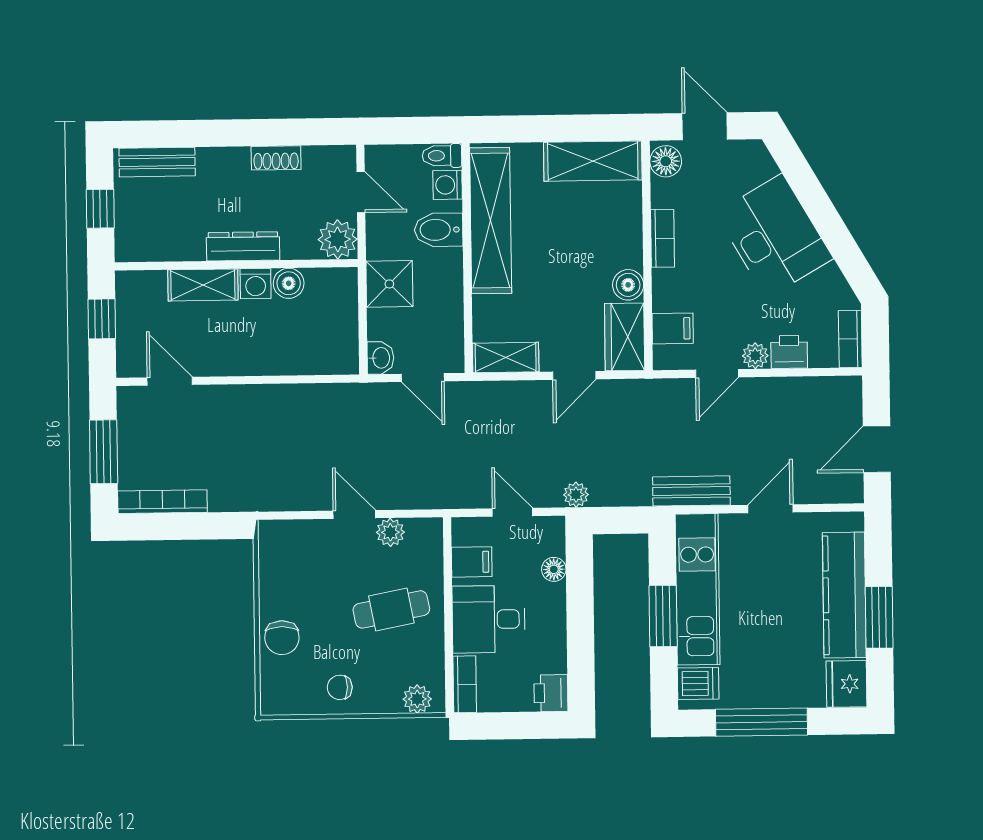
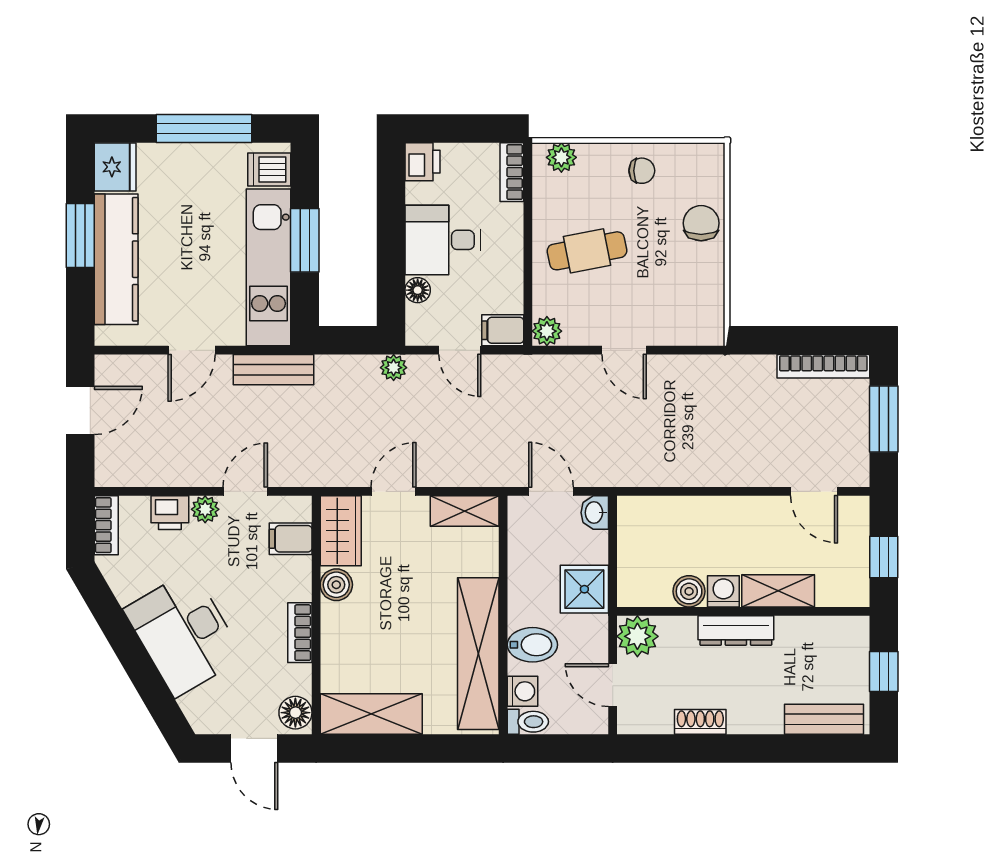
plant: (390, 532) -> (547, 331), moved
filing cabinet: (472, 562) -> (503, 330), moved
desk: (489, 619) -> (443, 240), moved, turned 180

